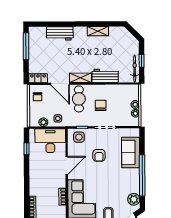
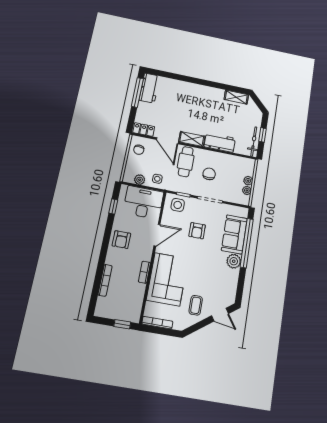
shelving: (98, 31) -> (236, 97), moved
workbench: (60, 33) -> (149, 88), moved, turned -90
armchair: (39, 174) -> (121, 240), added
window: (142, 175) -> (247, 243), moved
plant: (134, 199) -> (234, 261), moved

